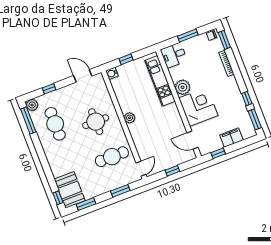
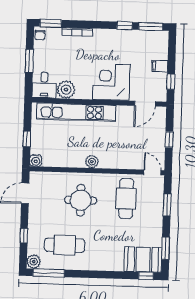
kitchen unit: (160, 81) -> (76, 112), width x1.36
plant: (183, 87) -> (66, 90), moved
filing cabinet: (231, 138) -> (160, 66), width x0.50

